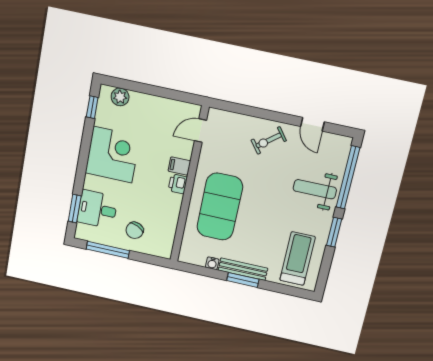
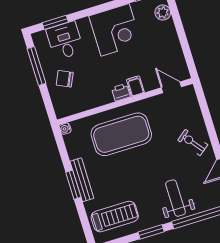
water cooler: (212, 263) -> (65, 129), moved

